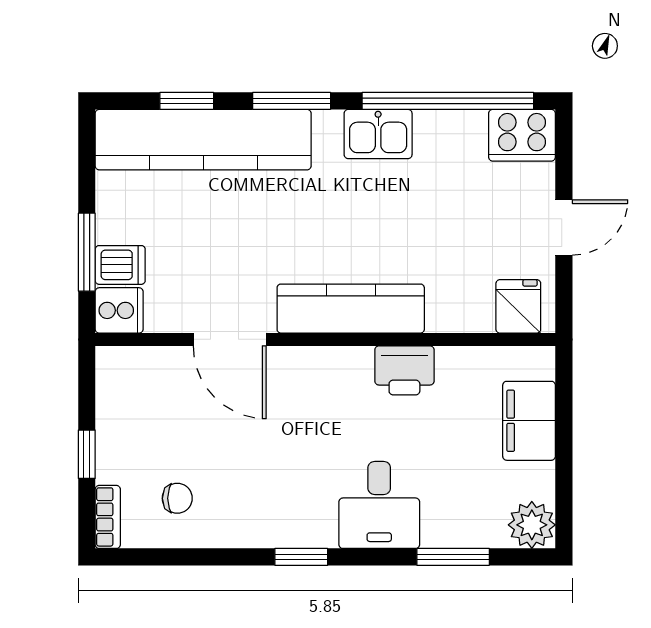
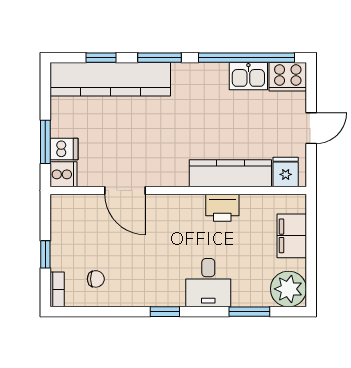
kitchen sink: (378, 134) -> (248, 76), moved
kitchen counter: (351, 309) -> (230, 173), moved
plant: (532, 525) -> (288, 289), width x1.36, depth x1.36

